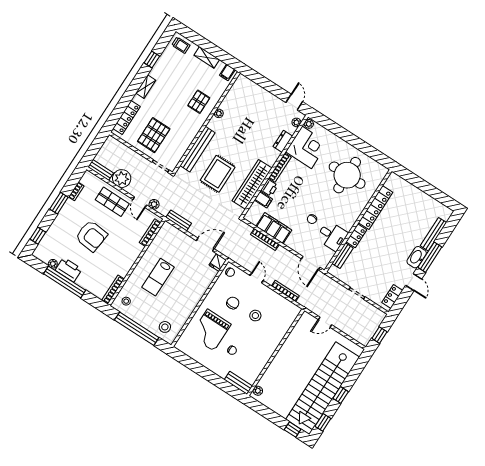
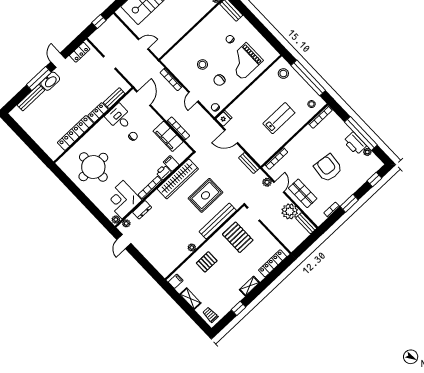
pallet: (154, 135) -> (238, 237), moved, turned 90
grand piano: (211, 330) -> (244, 61), turned 180

